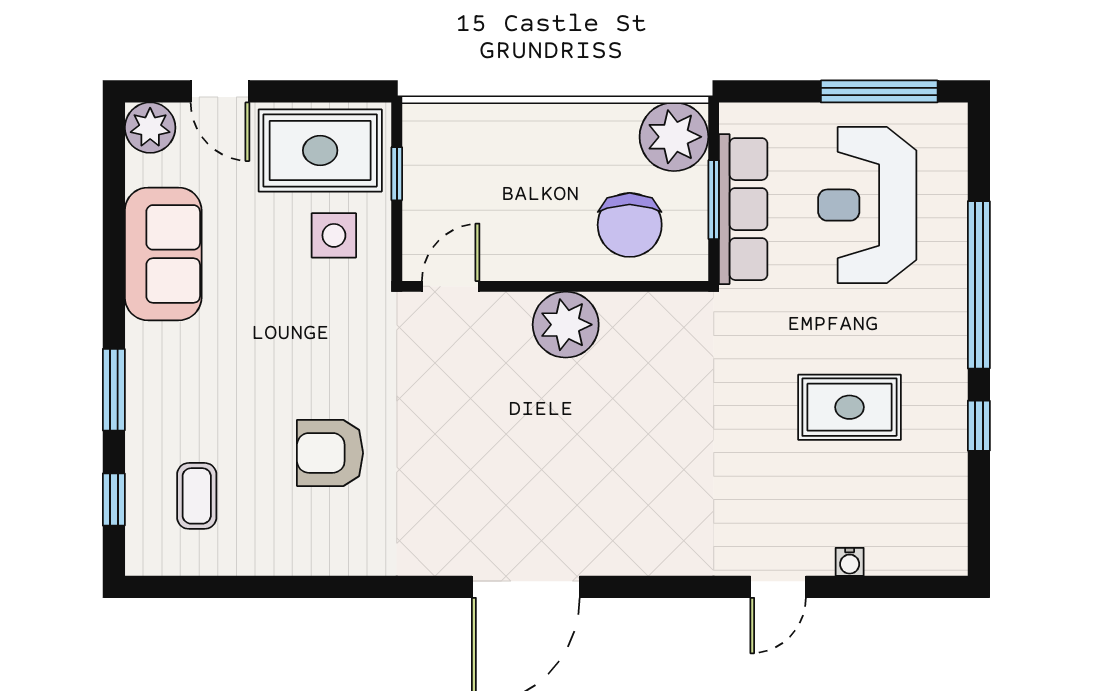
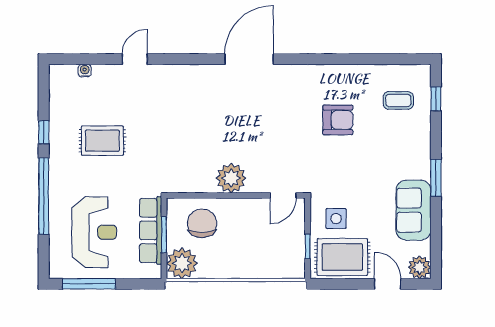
window: (114, 390) -> (436, 178), moved
coffee table: (197, 496) -> (398, 100), turned 90
water cooler: (850, 562) -> (85, 71), moved

